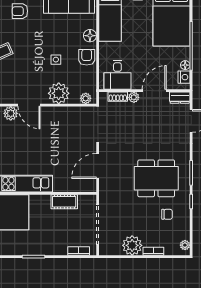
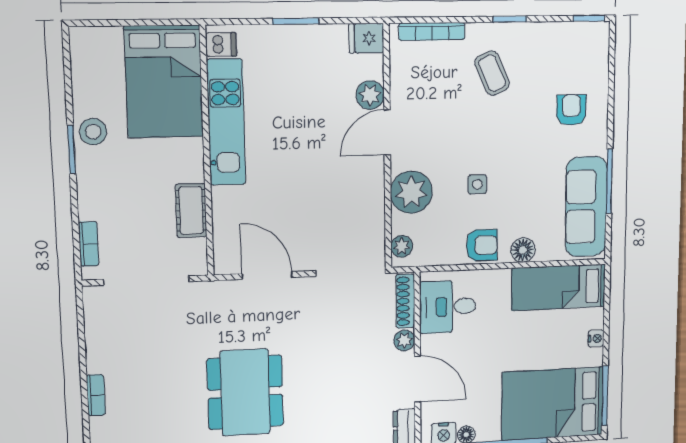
shoe rack: (118, 97) -> (405, 301), width x1.43
chair: (167, 214) -> (173, 418), removed
plant: (132, 245) -> (106, 352), removed
stool: (25, 246) -> (93, 132), added

